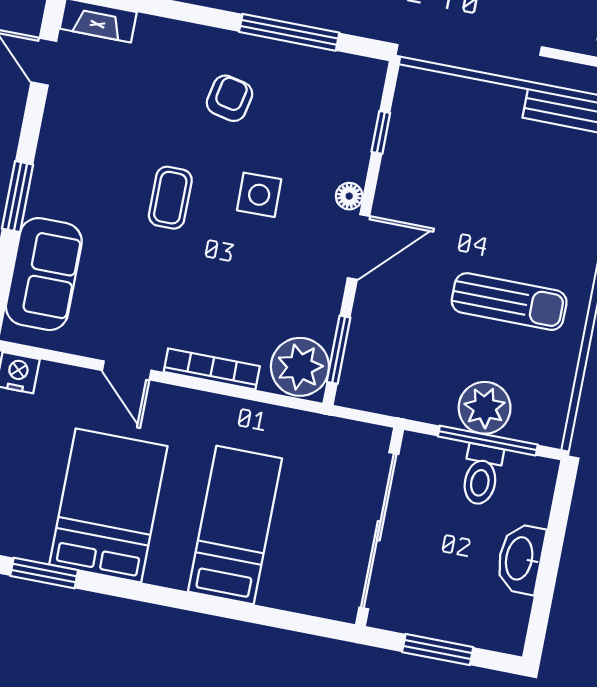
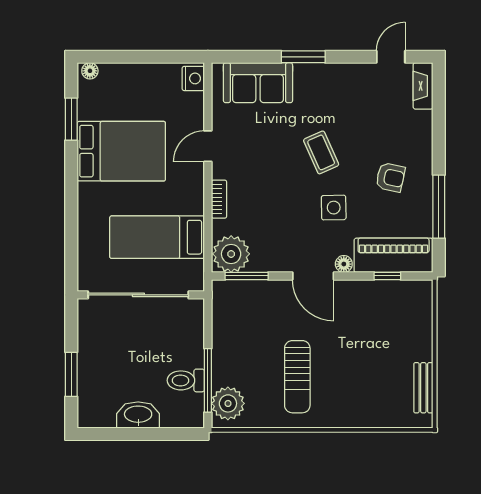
piano: (351, 117) -> (394, 255), added
coffee table: (170, 198) -> (321, 152), turned 66
bookcase: (212, 369) -> (219, 199), width x0.64
plant: (485, 408) -> (228, 403), moved
bed: (235, 525) -> (157, 237), moved, turned 180
wall: (380, 527) -> (141, 295), moved
sliding door: (379, 531) -> (138, 295), moved

